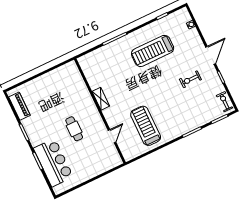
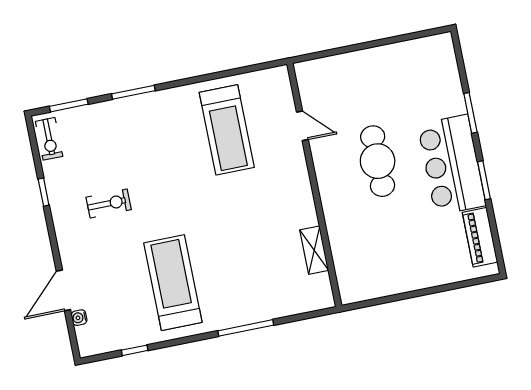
treadmill: (153, 51) -> (173, 283), turned -90
door: (211, 55) -> (63, 290), moved
shelving: (101, 99) -> (314, 250), moved
cafe table: (74, 129) -> (378, 161), width x1.37, depth x1.35
door: (112, 136) -> (302, 126), swing flipped
bar counter: (53, 163) -> (452, 165), moved

